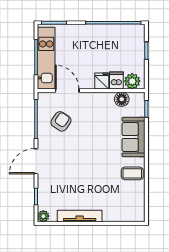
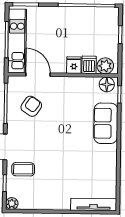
floor lamp: (122, 99) -> (107, 84), moved
coffee table: (132, 173) -> (23, 169), moved
tv unit: (80, 216) -> (94, 205), moved

